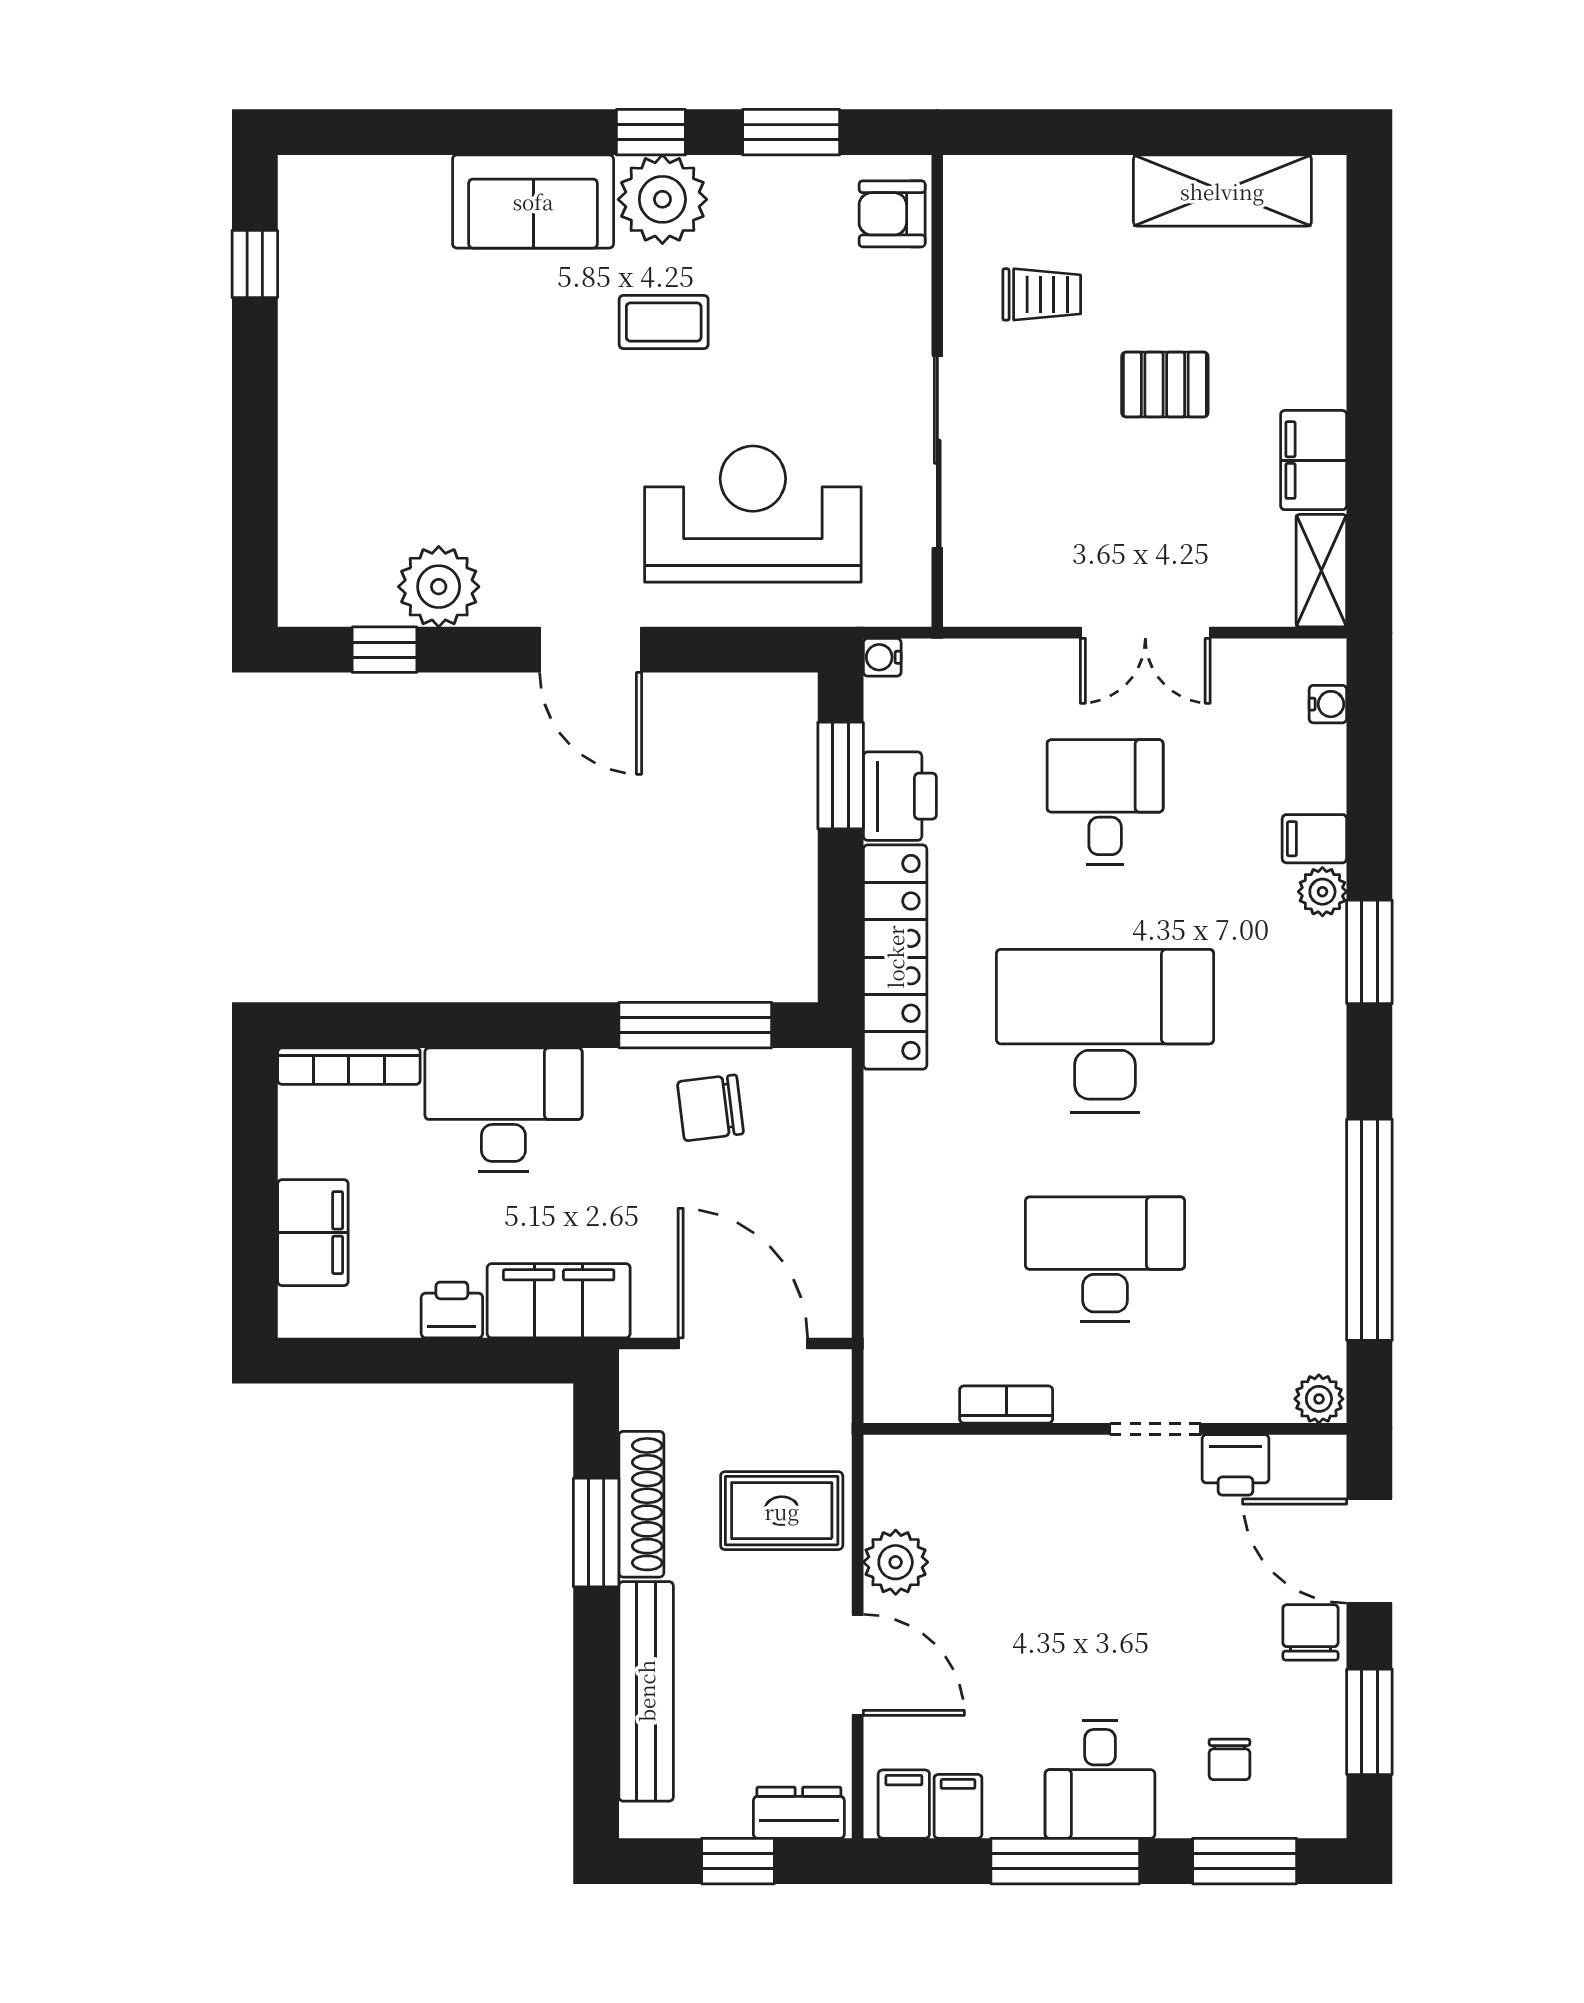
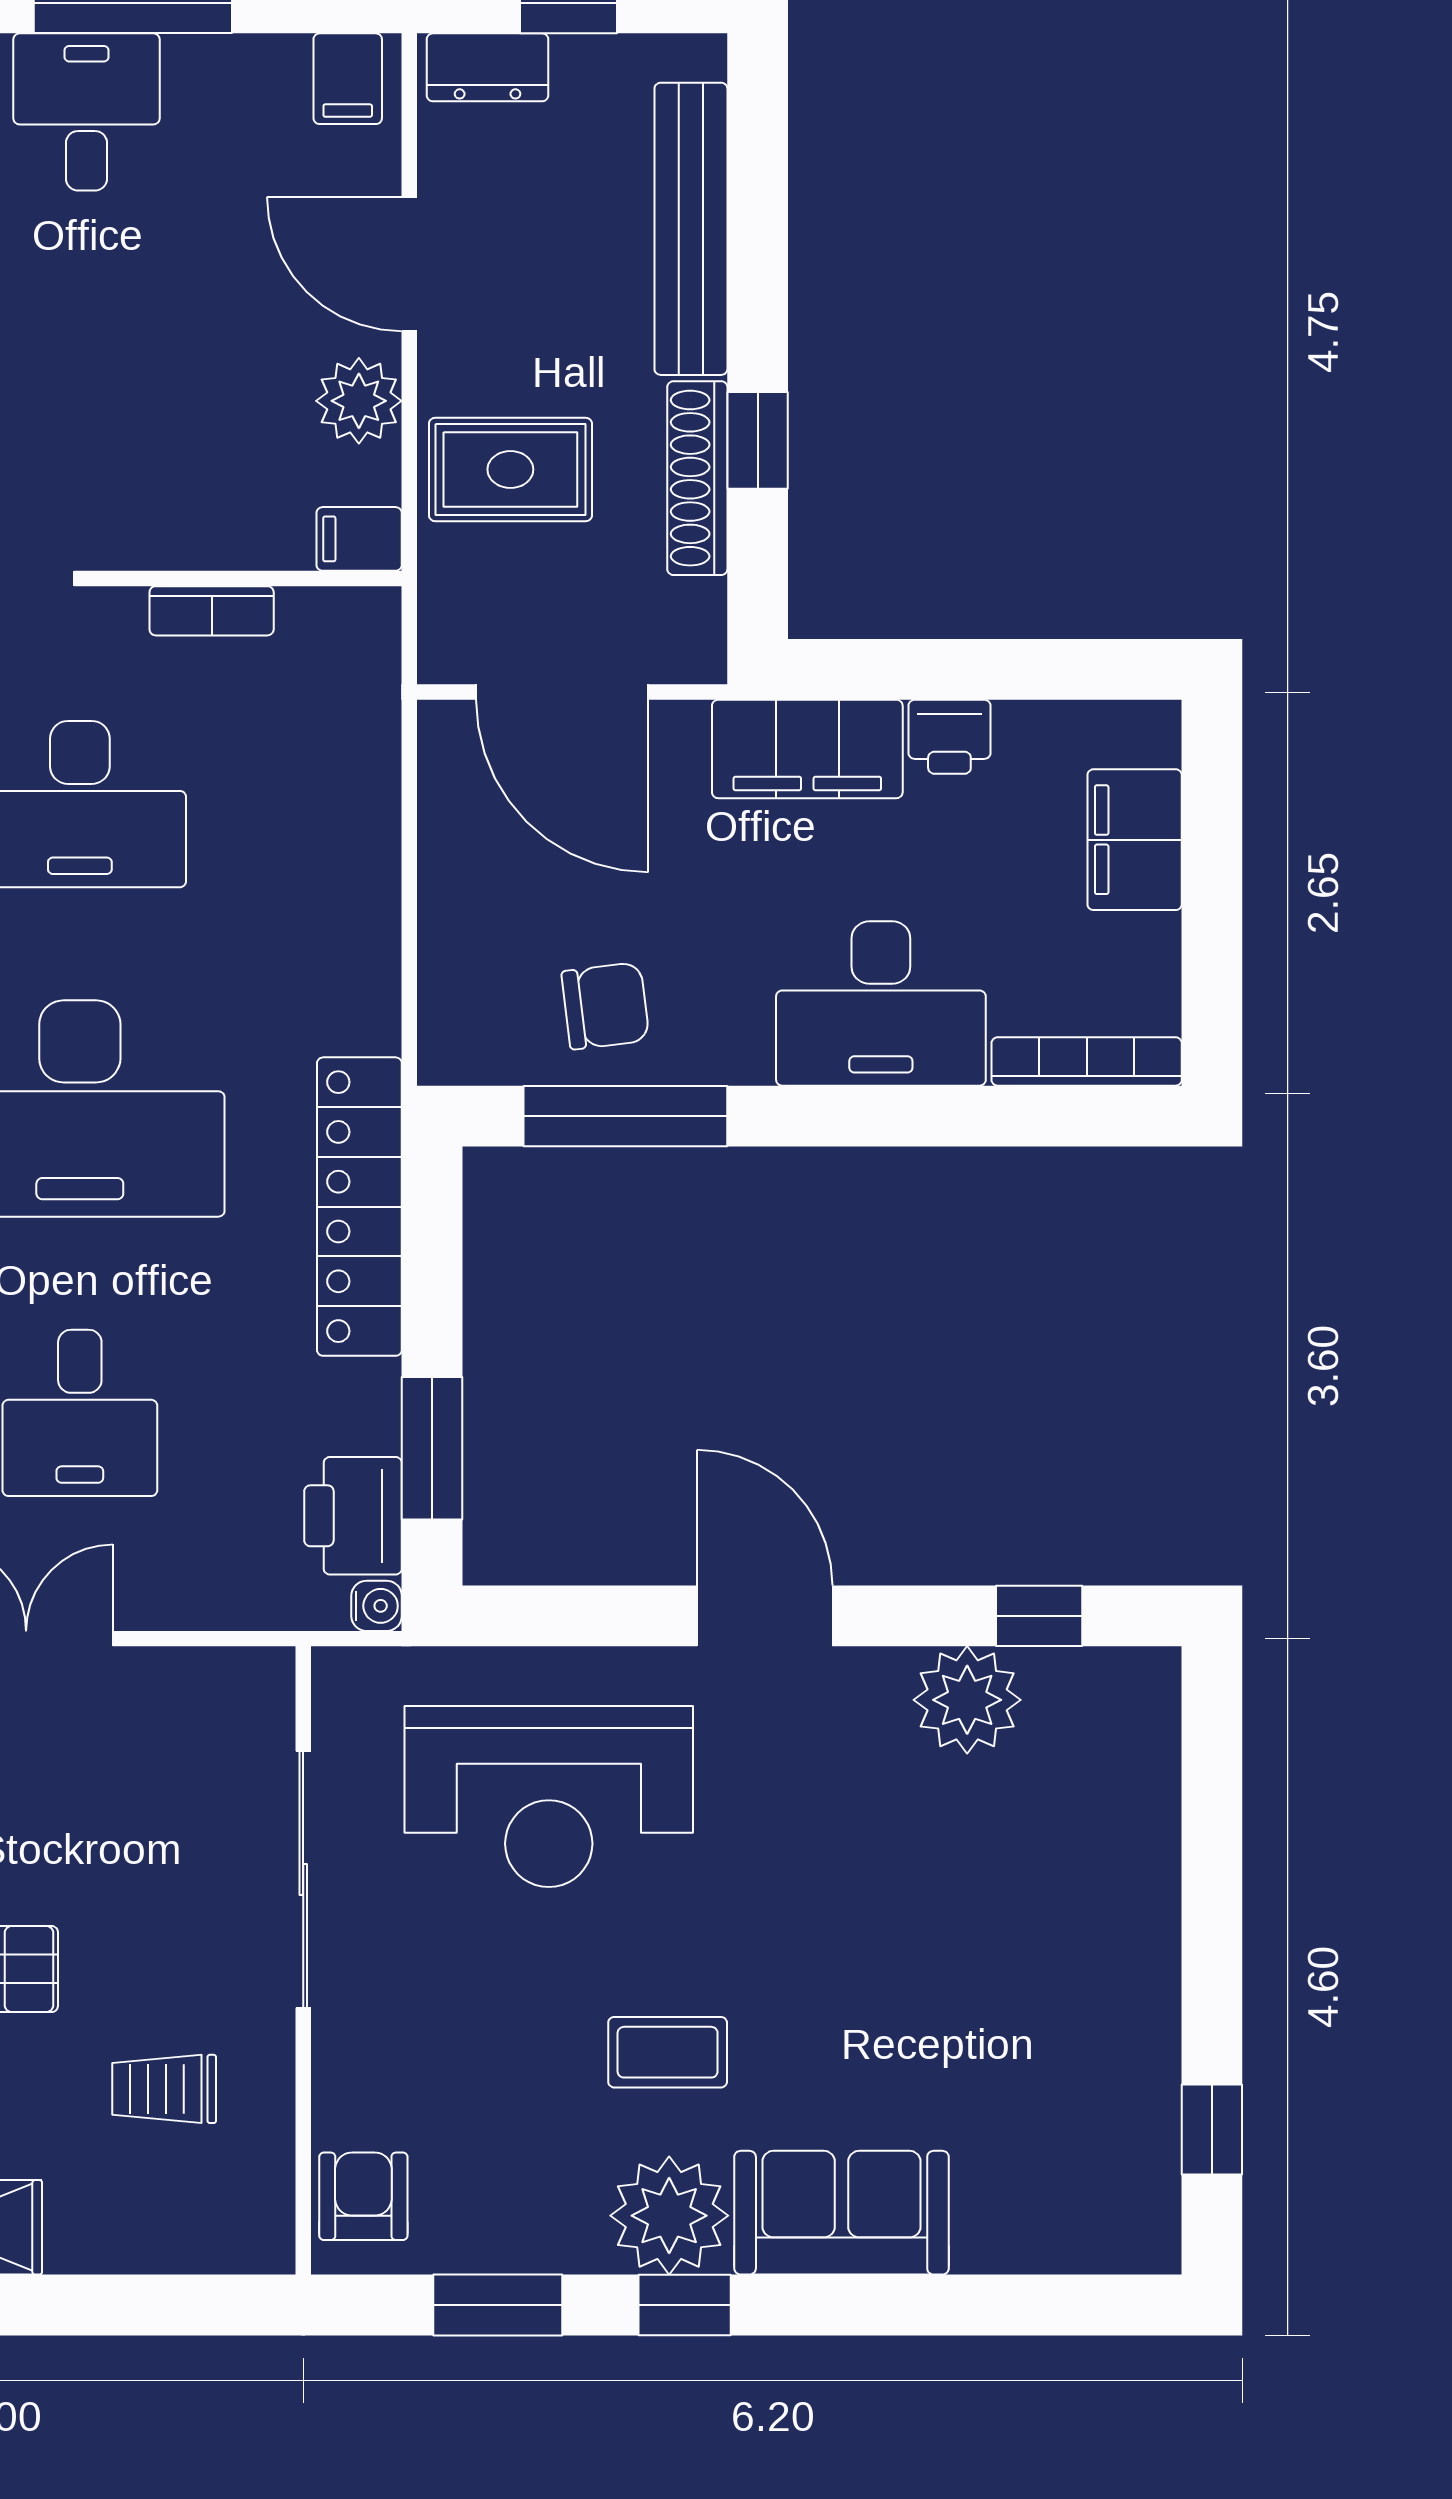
armchair: (892, 214) -> (363, 2196), turned -90
printer: (900, 796) -> (353, 1516), moved
window: (596, 1532) -> (758, 440), width x0.67
filing cabinet: (958, 1806) -> (359, 539), moved, turned 90

